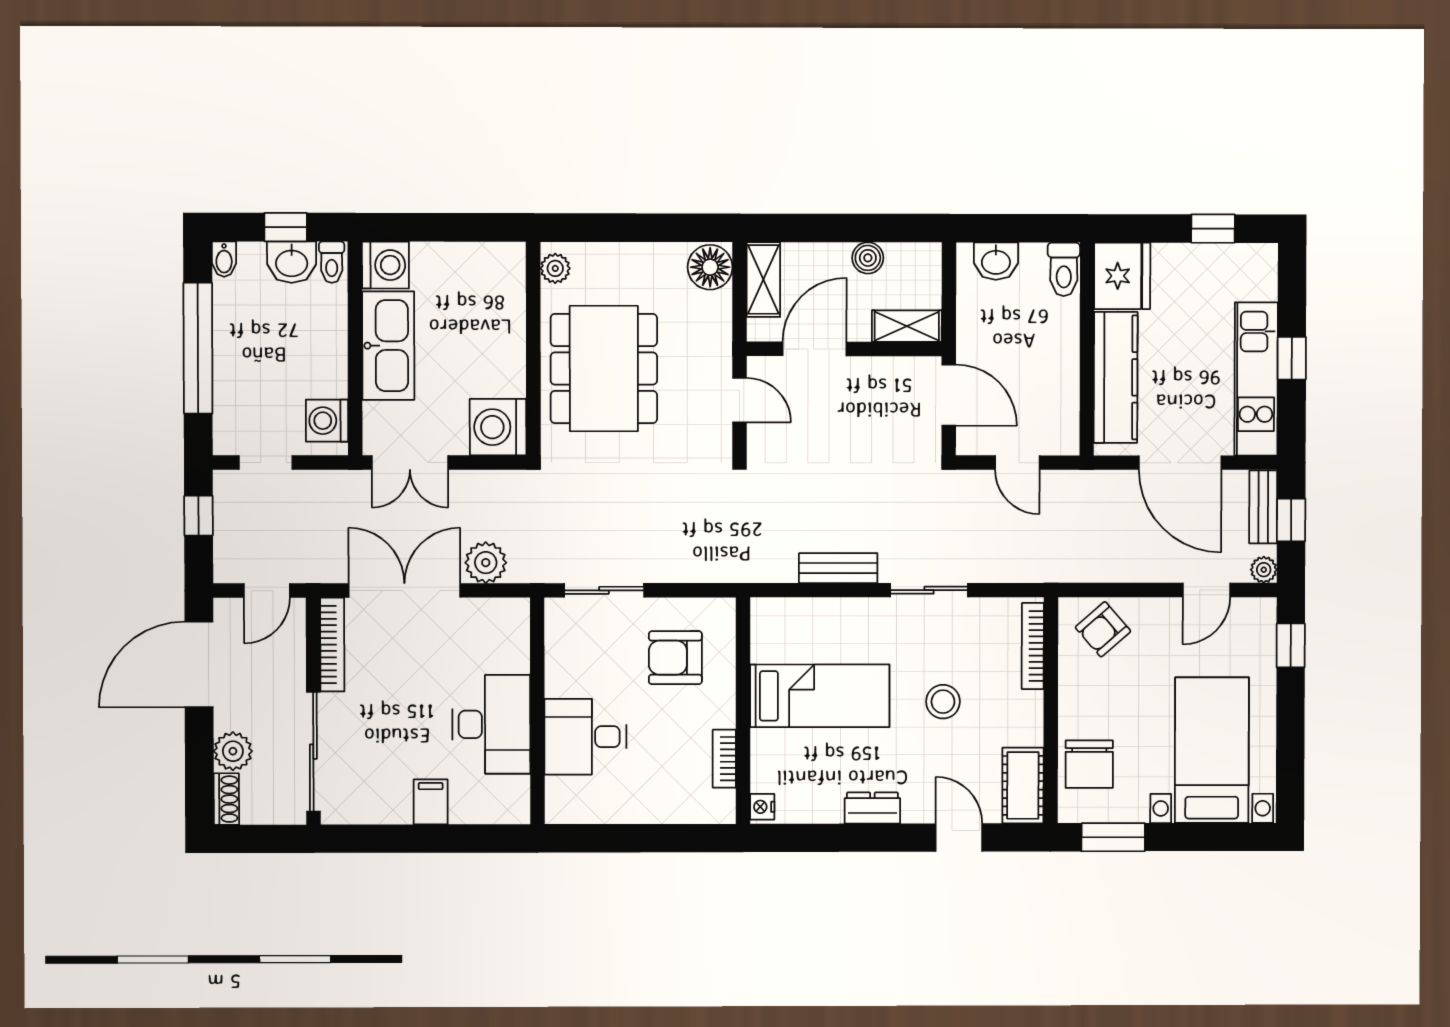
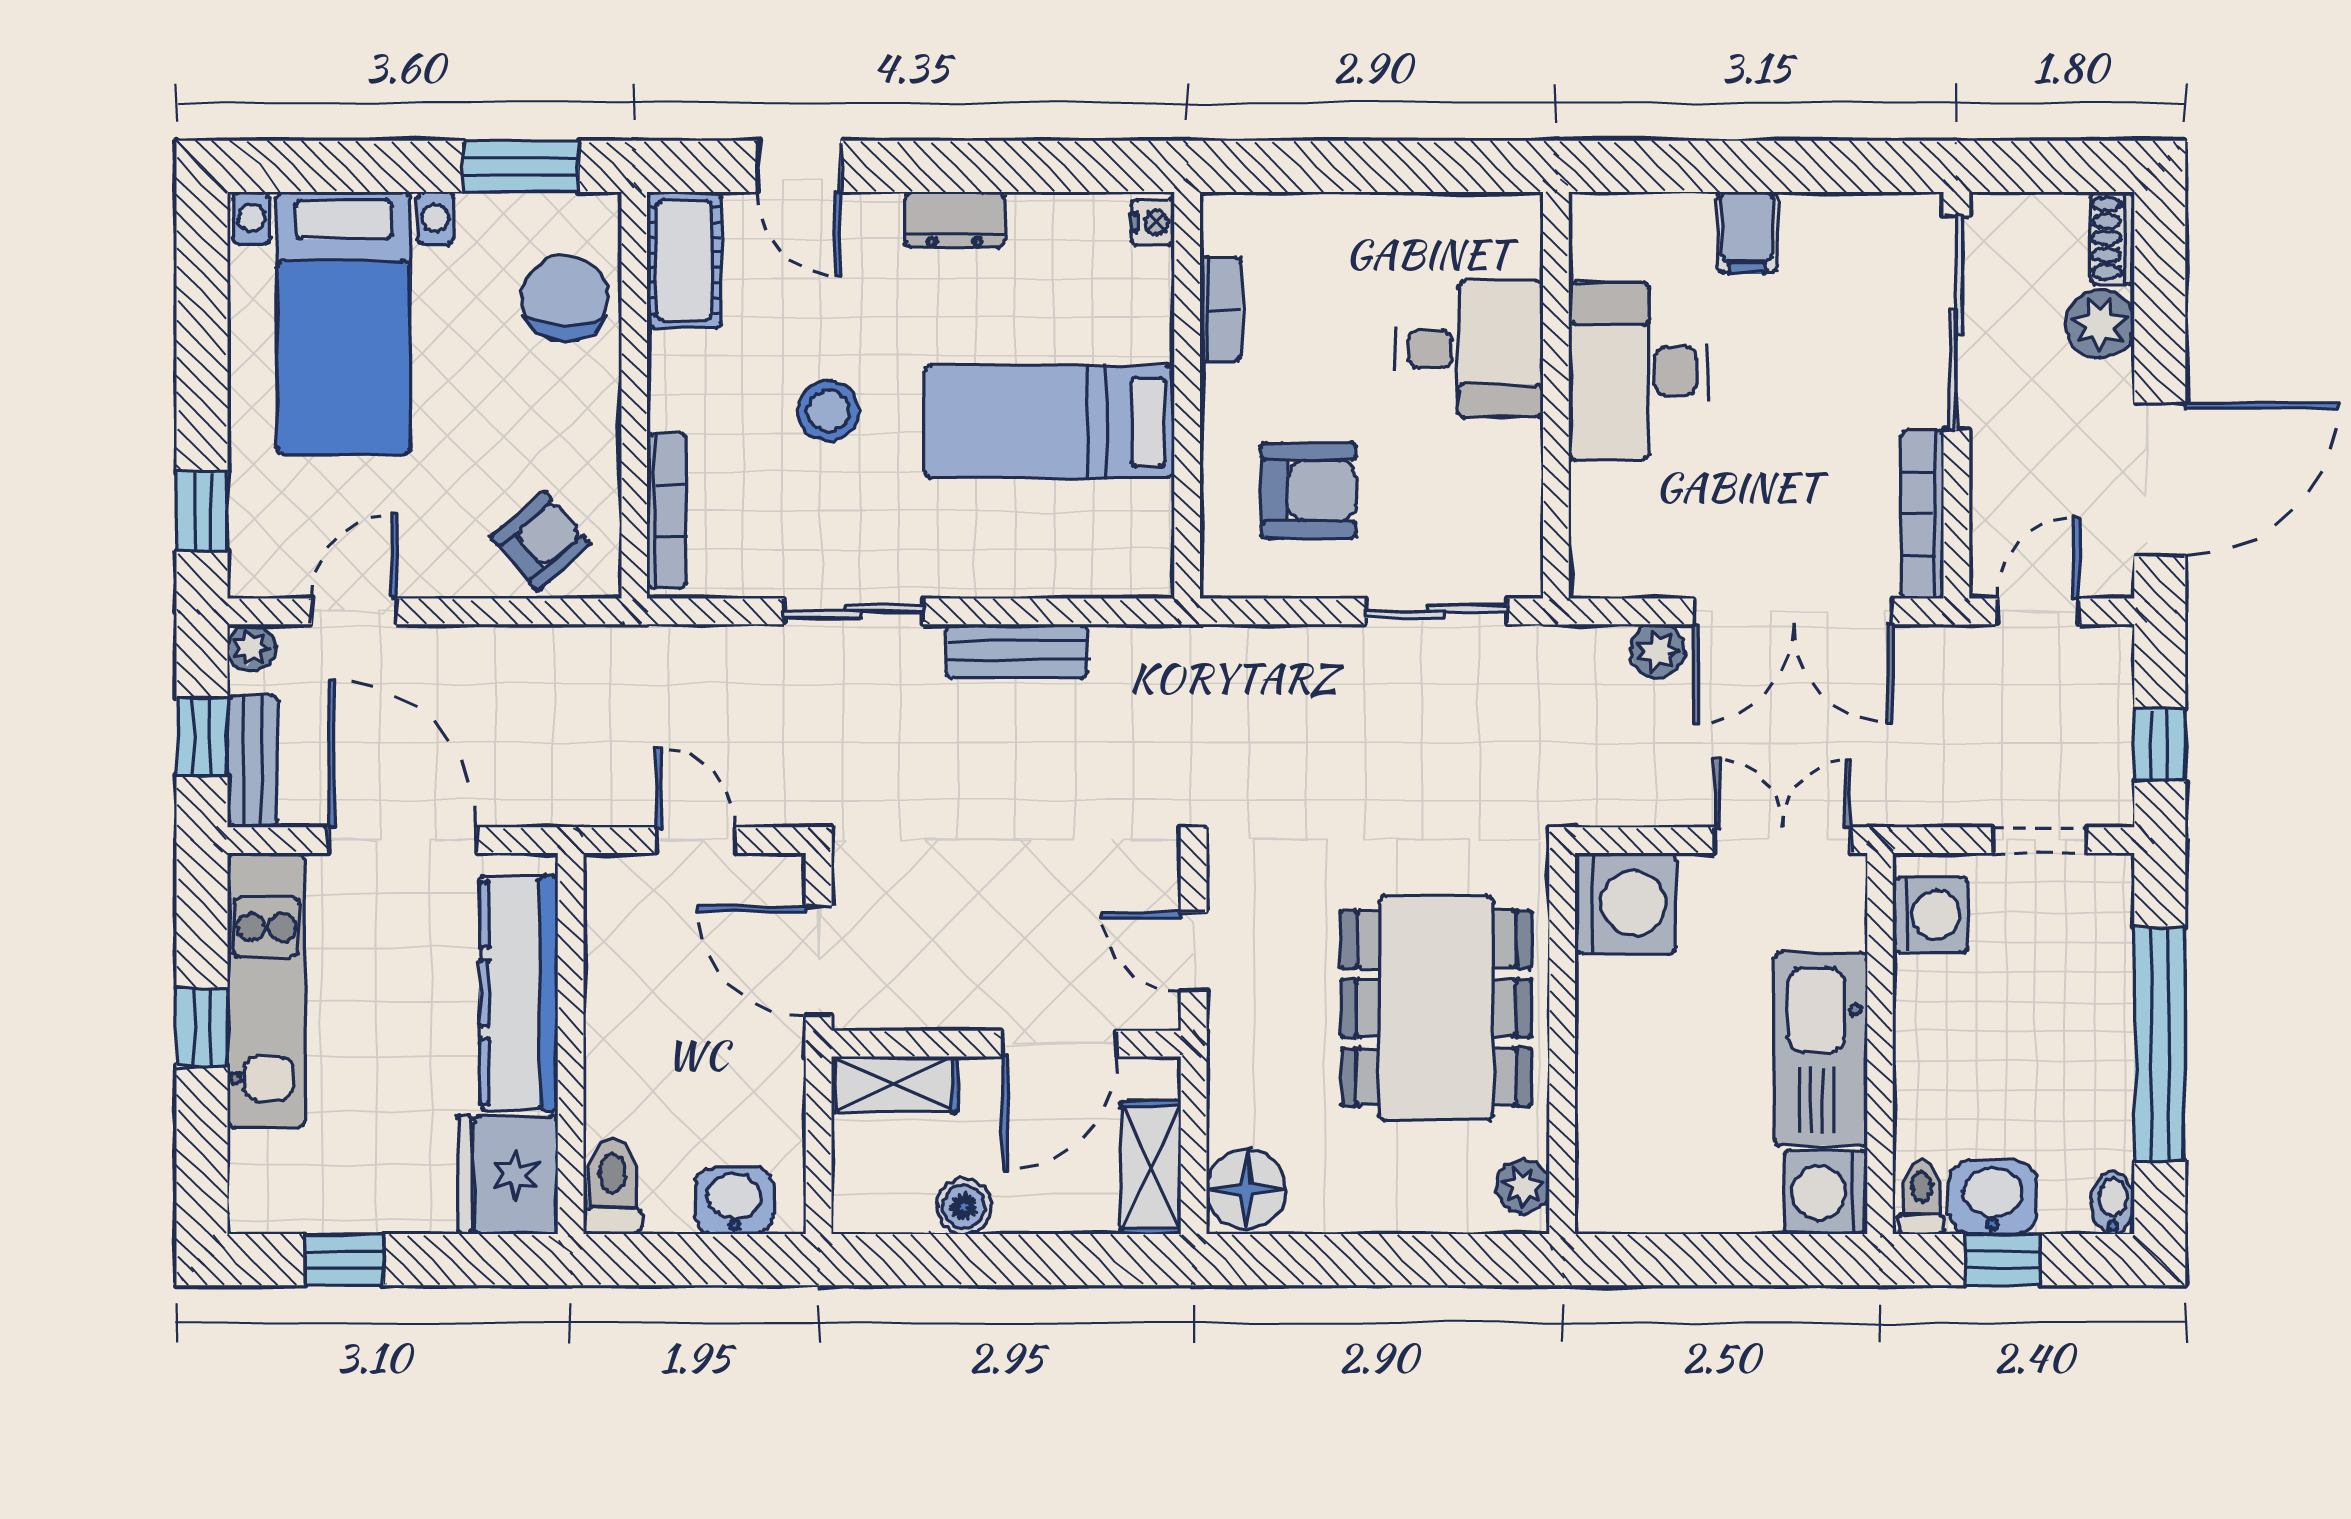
plant: (486, 563) -> (1658, 651), width x0.73, depth x0.73

